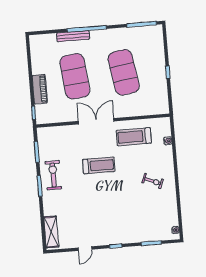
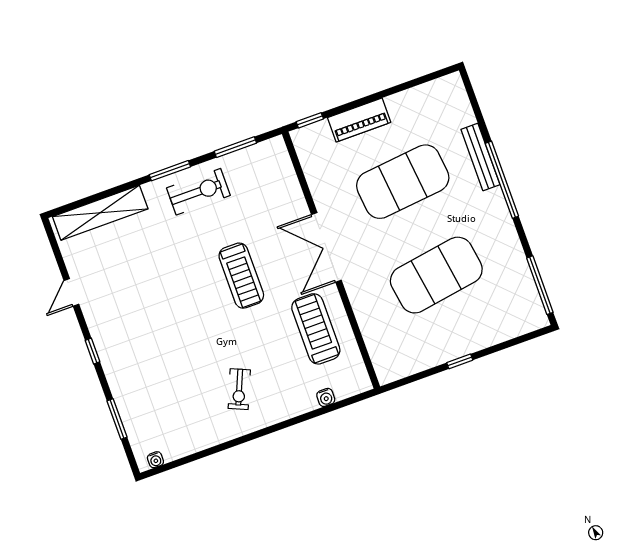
double door: (96, 121) -> (326, 247), swing flipped
shelving: (51, 232) -> (100, 213), width x1.47
door: (85, 249) -> (71, 292), hinge flipped

